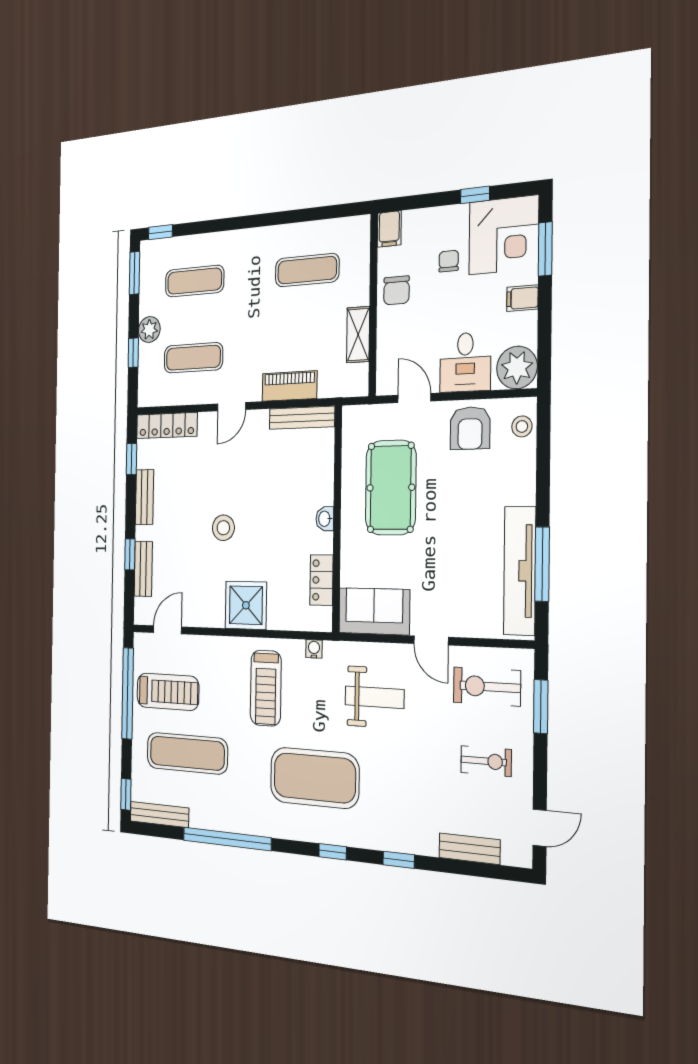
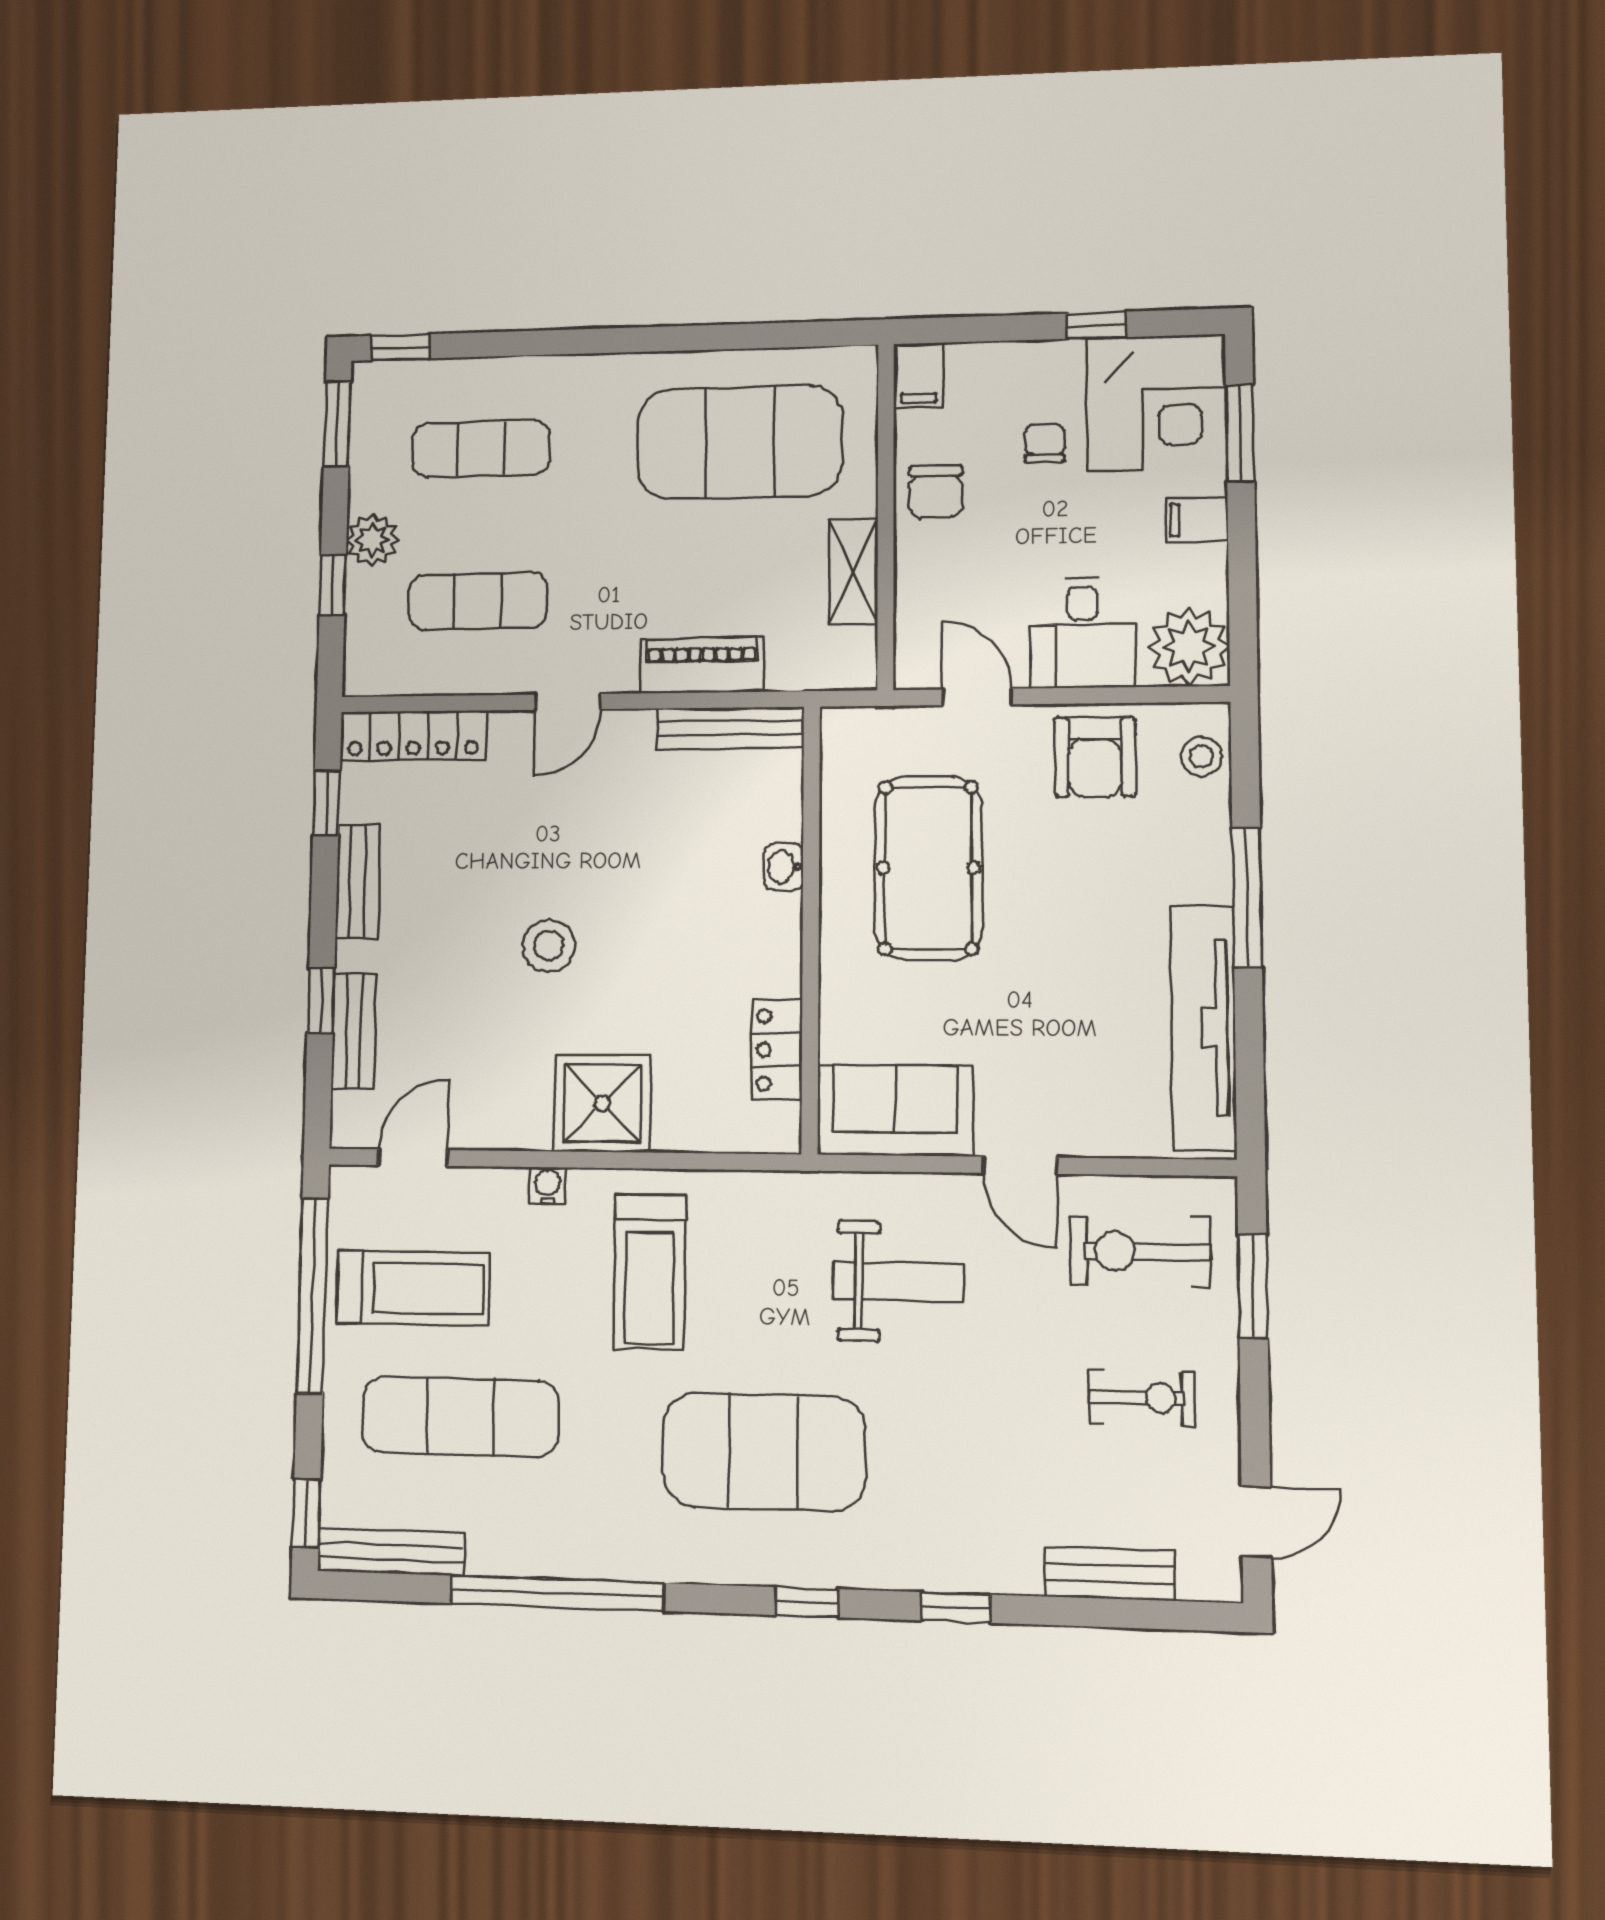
exercise mat: (307, 270) -> (740, 442), width x2.00, depth x1.45
washbasin: (325, 519) -> (784, 867), moved
window: (542, 564) -> (1247, 898), moved
water cooler: (314, 649) -> (548, 1186), moved

